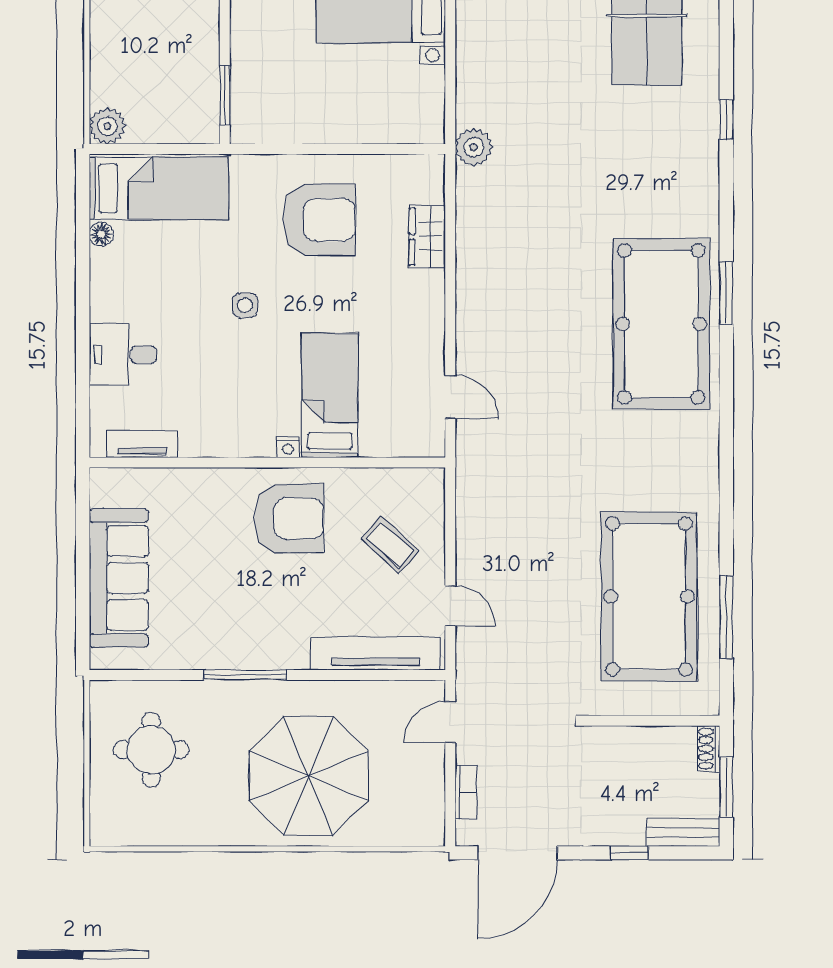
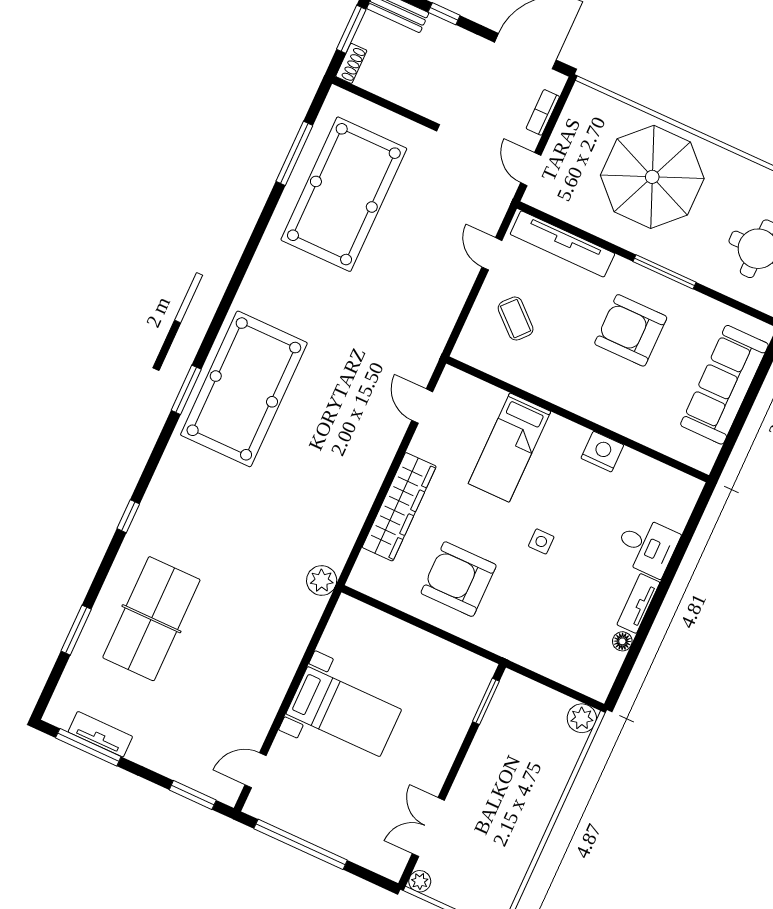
bed: (159, 188) -> (565, 656), removed
wardrobe: (427, 237) -> (399, 507), width x2.10, depth x1.17
tv unit: (142, 444) -> (638, 603), moved, turned 90
nightstand: (288, 447) -> (602, 452), moved, width x1.89, depth x1.79
armchair: (289, 518) -> (631, 330), moved
door: (450, 722) -> (531, 169), swing flipped

